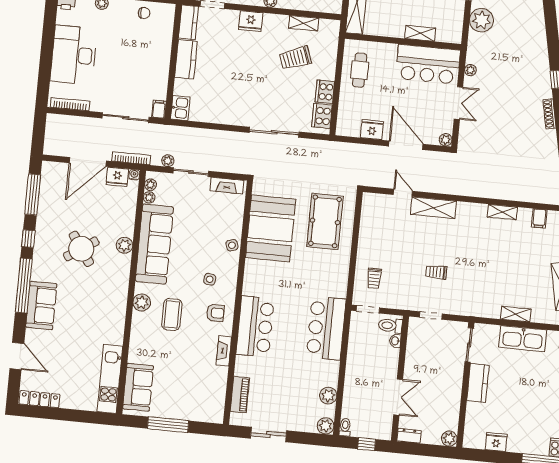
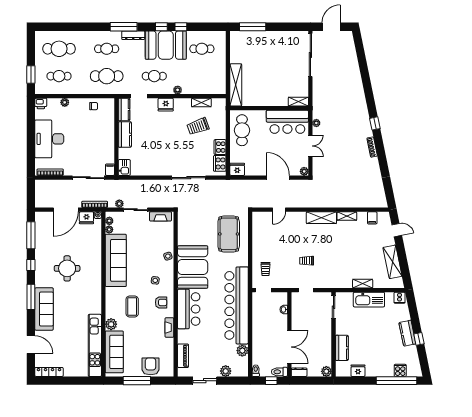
plant: (481, 20) -> (320, 89), removed
shelving: (420, 33) -> (298, 102), moved
cafe table: (360, 70) -> (242, 130), width x1.37, depth x1.35
fridge: (372, 130) -> (237, 169), moved
door: (403, 193) -> (279, 210), swing flipped
shelving: (433, 208) -> (321, 218), moved
booth: (271, 228) -> (193, 267), moved
plant: (124, 245) -> (96, 263), removed
round table: (81, 249) -> (67, 268), turned 34
window: (24, 286) -> (31, 297), width x0.68
plant: (142, 302) -> (111, 324), moved
sofa: (41, 305) -> (44, 309), width x1.36
toilet: (390, 326) -> (279, 372), moved
bar counter: (326, 328) -> (237, 305), width x1.86
kitchen unit: (110, 379) -> (95, 345), width x1.36
kitchen counter: (478, 383) -> (342, 348), moved
sofa: (138, 387) -> (114, 352), width x1.36
double door: (398, 397) -> (289, 347), width x1.37
armchair: (190, 406) -> (151, 366), added
plant: (326, 426) -> (226, 371), moved

